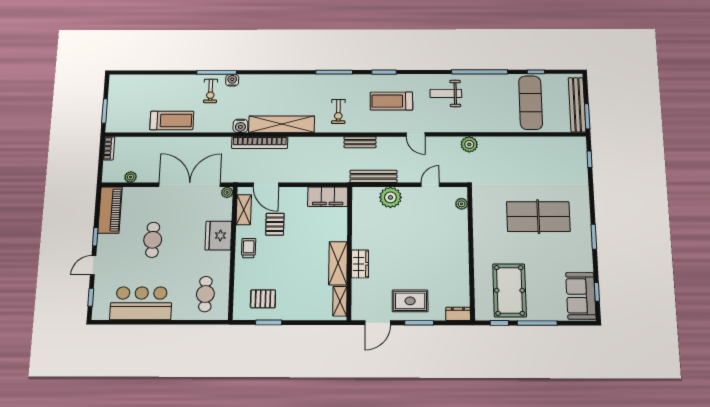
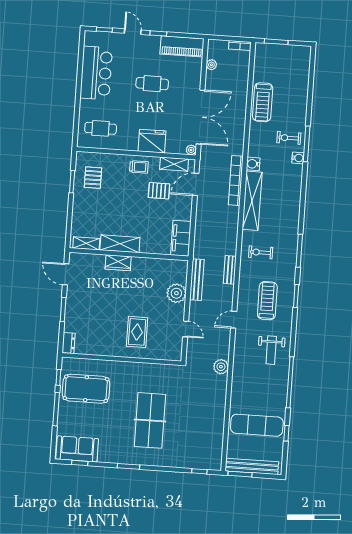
weight bench: (446, 93) -> (271, 350), turned 180
plant: (462, 204) -> (166, 355), removed
rug: (410, 301) -> (137, 332), moved

